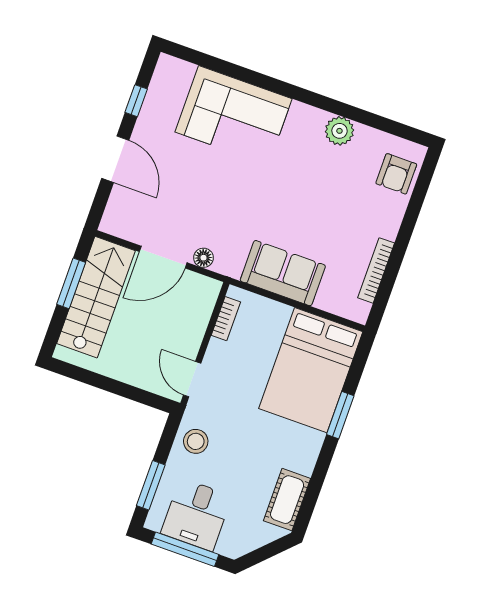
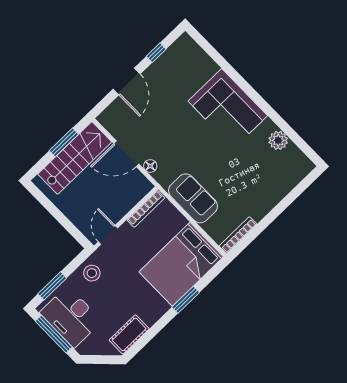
corner sofa: (233, 115) -> (228, 108), moved
plant: (339, 131) -> (278, 140), moved
armchair: (396, 174) -> (290, 172), removed
bookcase: (376, 270) -> (238, 235), moved
bookcase: (226, 319) -> (146, 209), width x1.56
desk: (196, 515) -> (71, 317), width x1.37

